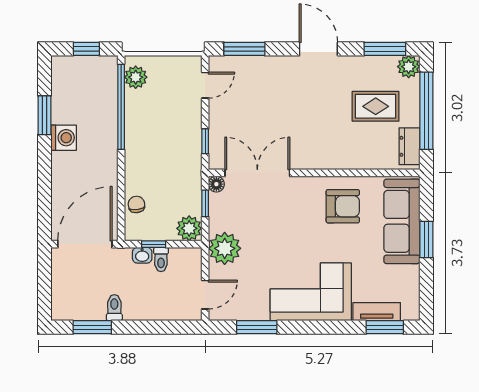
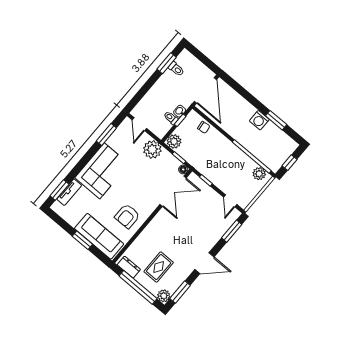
toilet: (114, 308) -> (176, 69), moved

